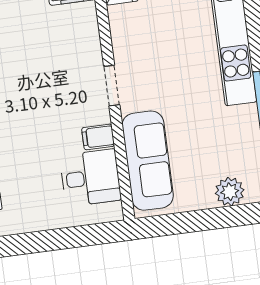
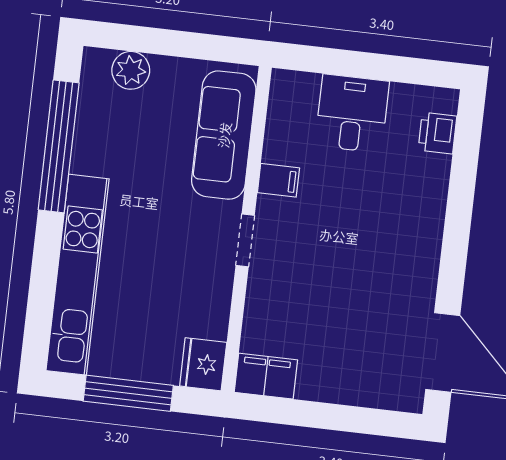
desk: (90, 178) -> (352, 113), moved, turned 90

